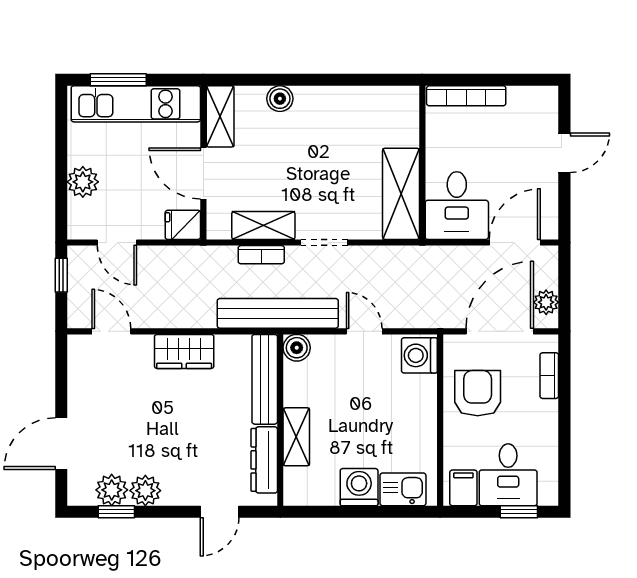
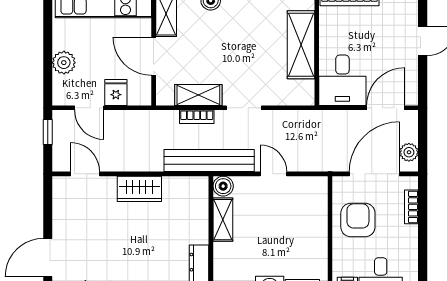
shelving: (401, 194) -> (301, 45), moved
fridge: (183, 225) -> (116, 92), moved, turned 90
washing machine: (419, 355) -> (315, 192), removed
bench: (265, 379) -> (199, 210), removed
shelving: (296, 437) -> (223, 220), moved

